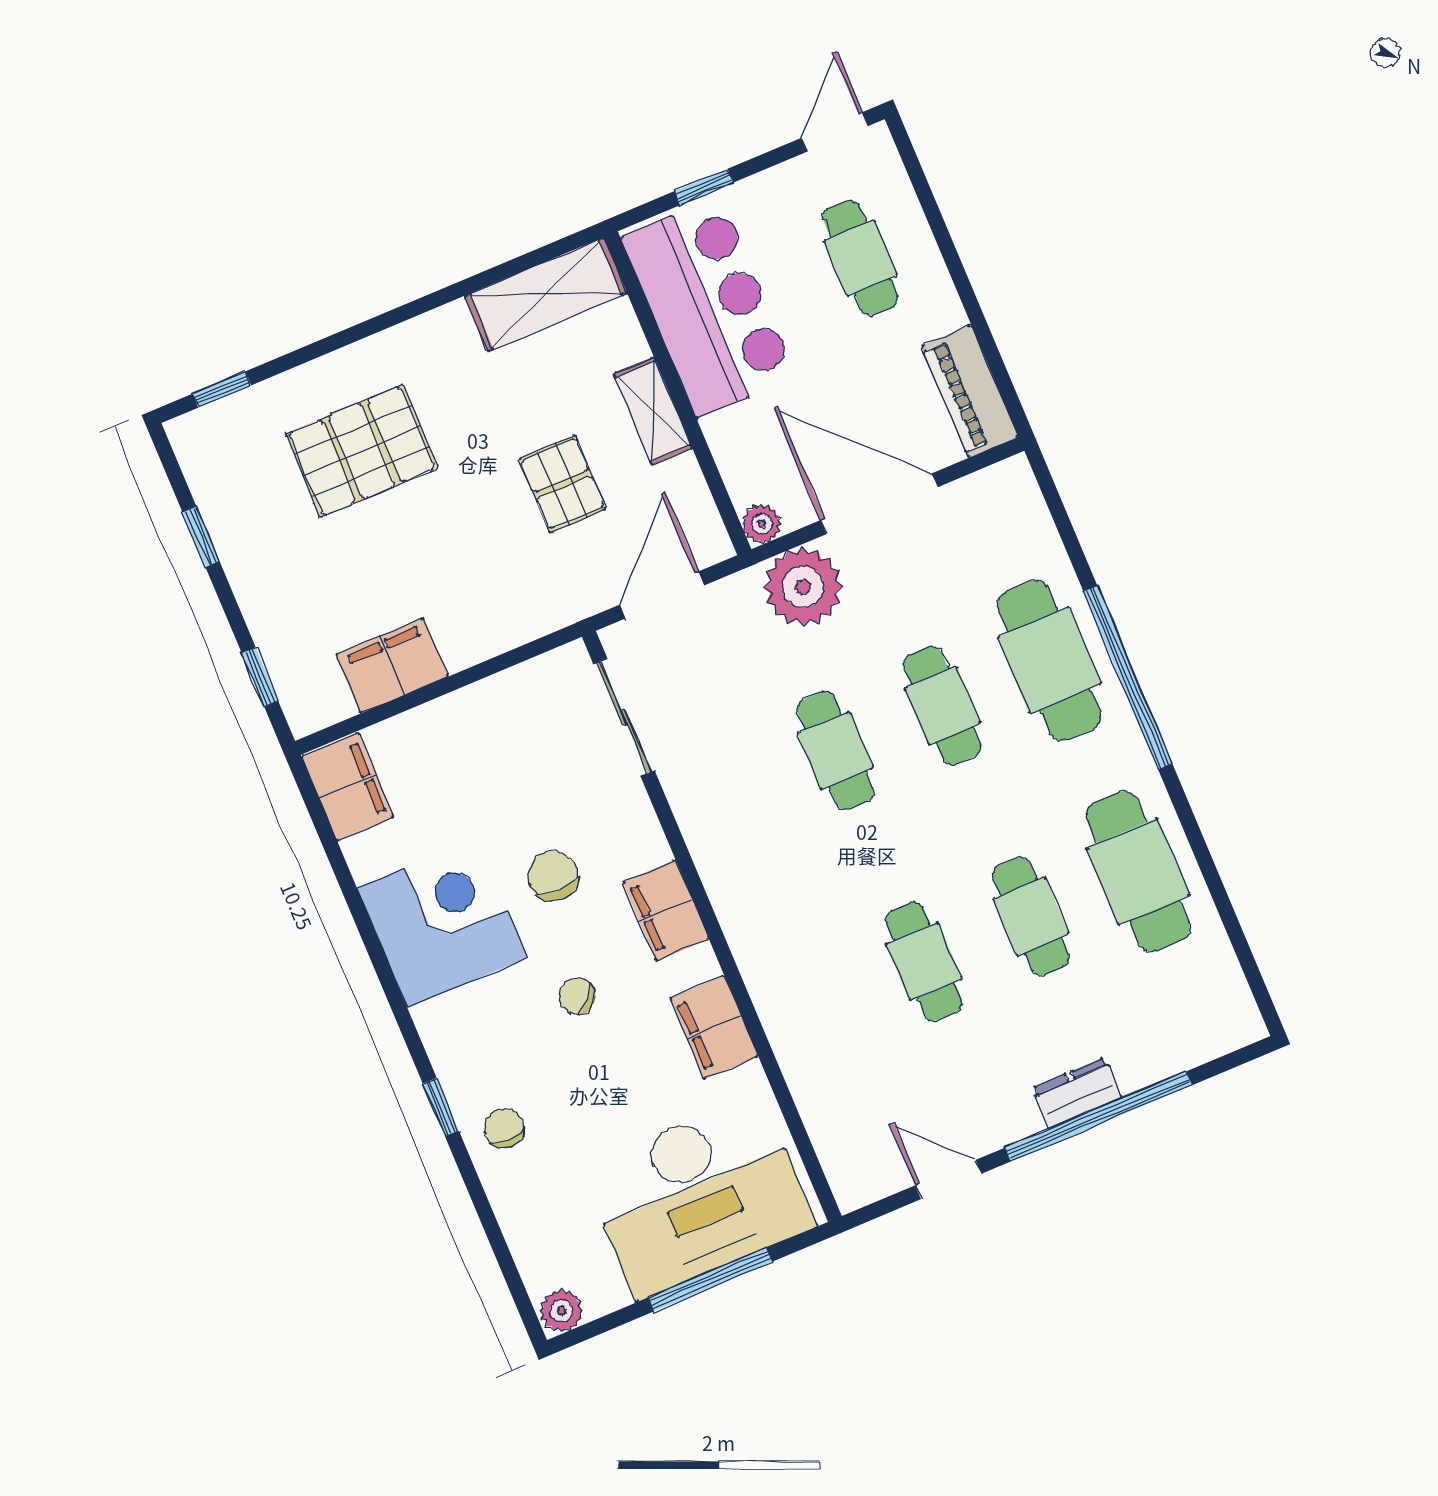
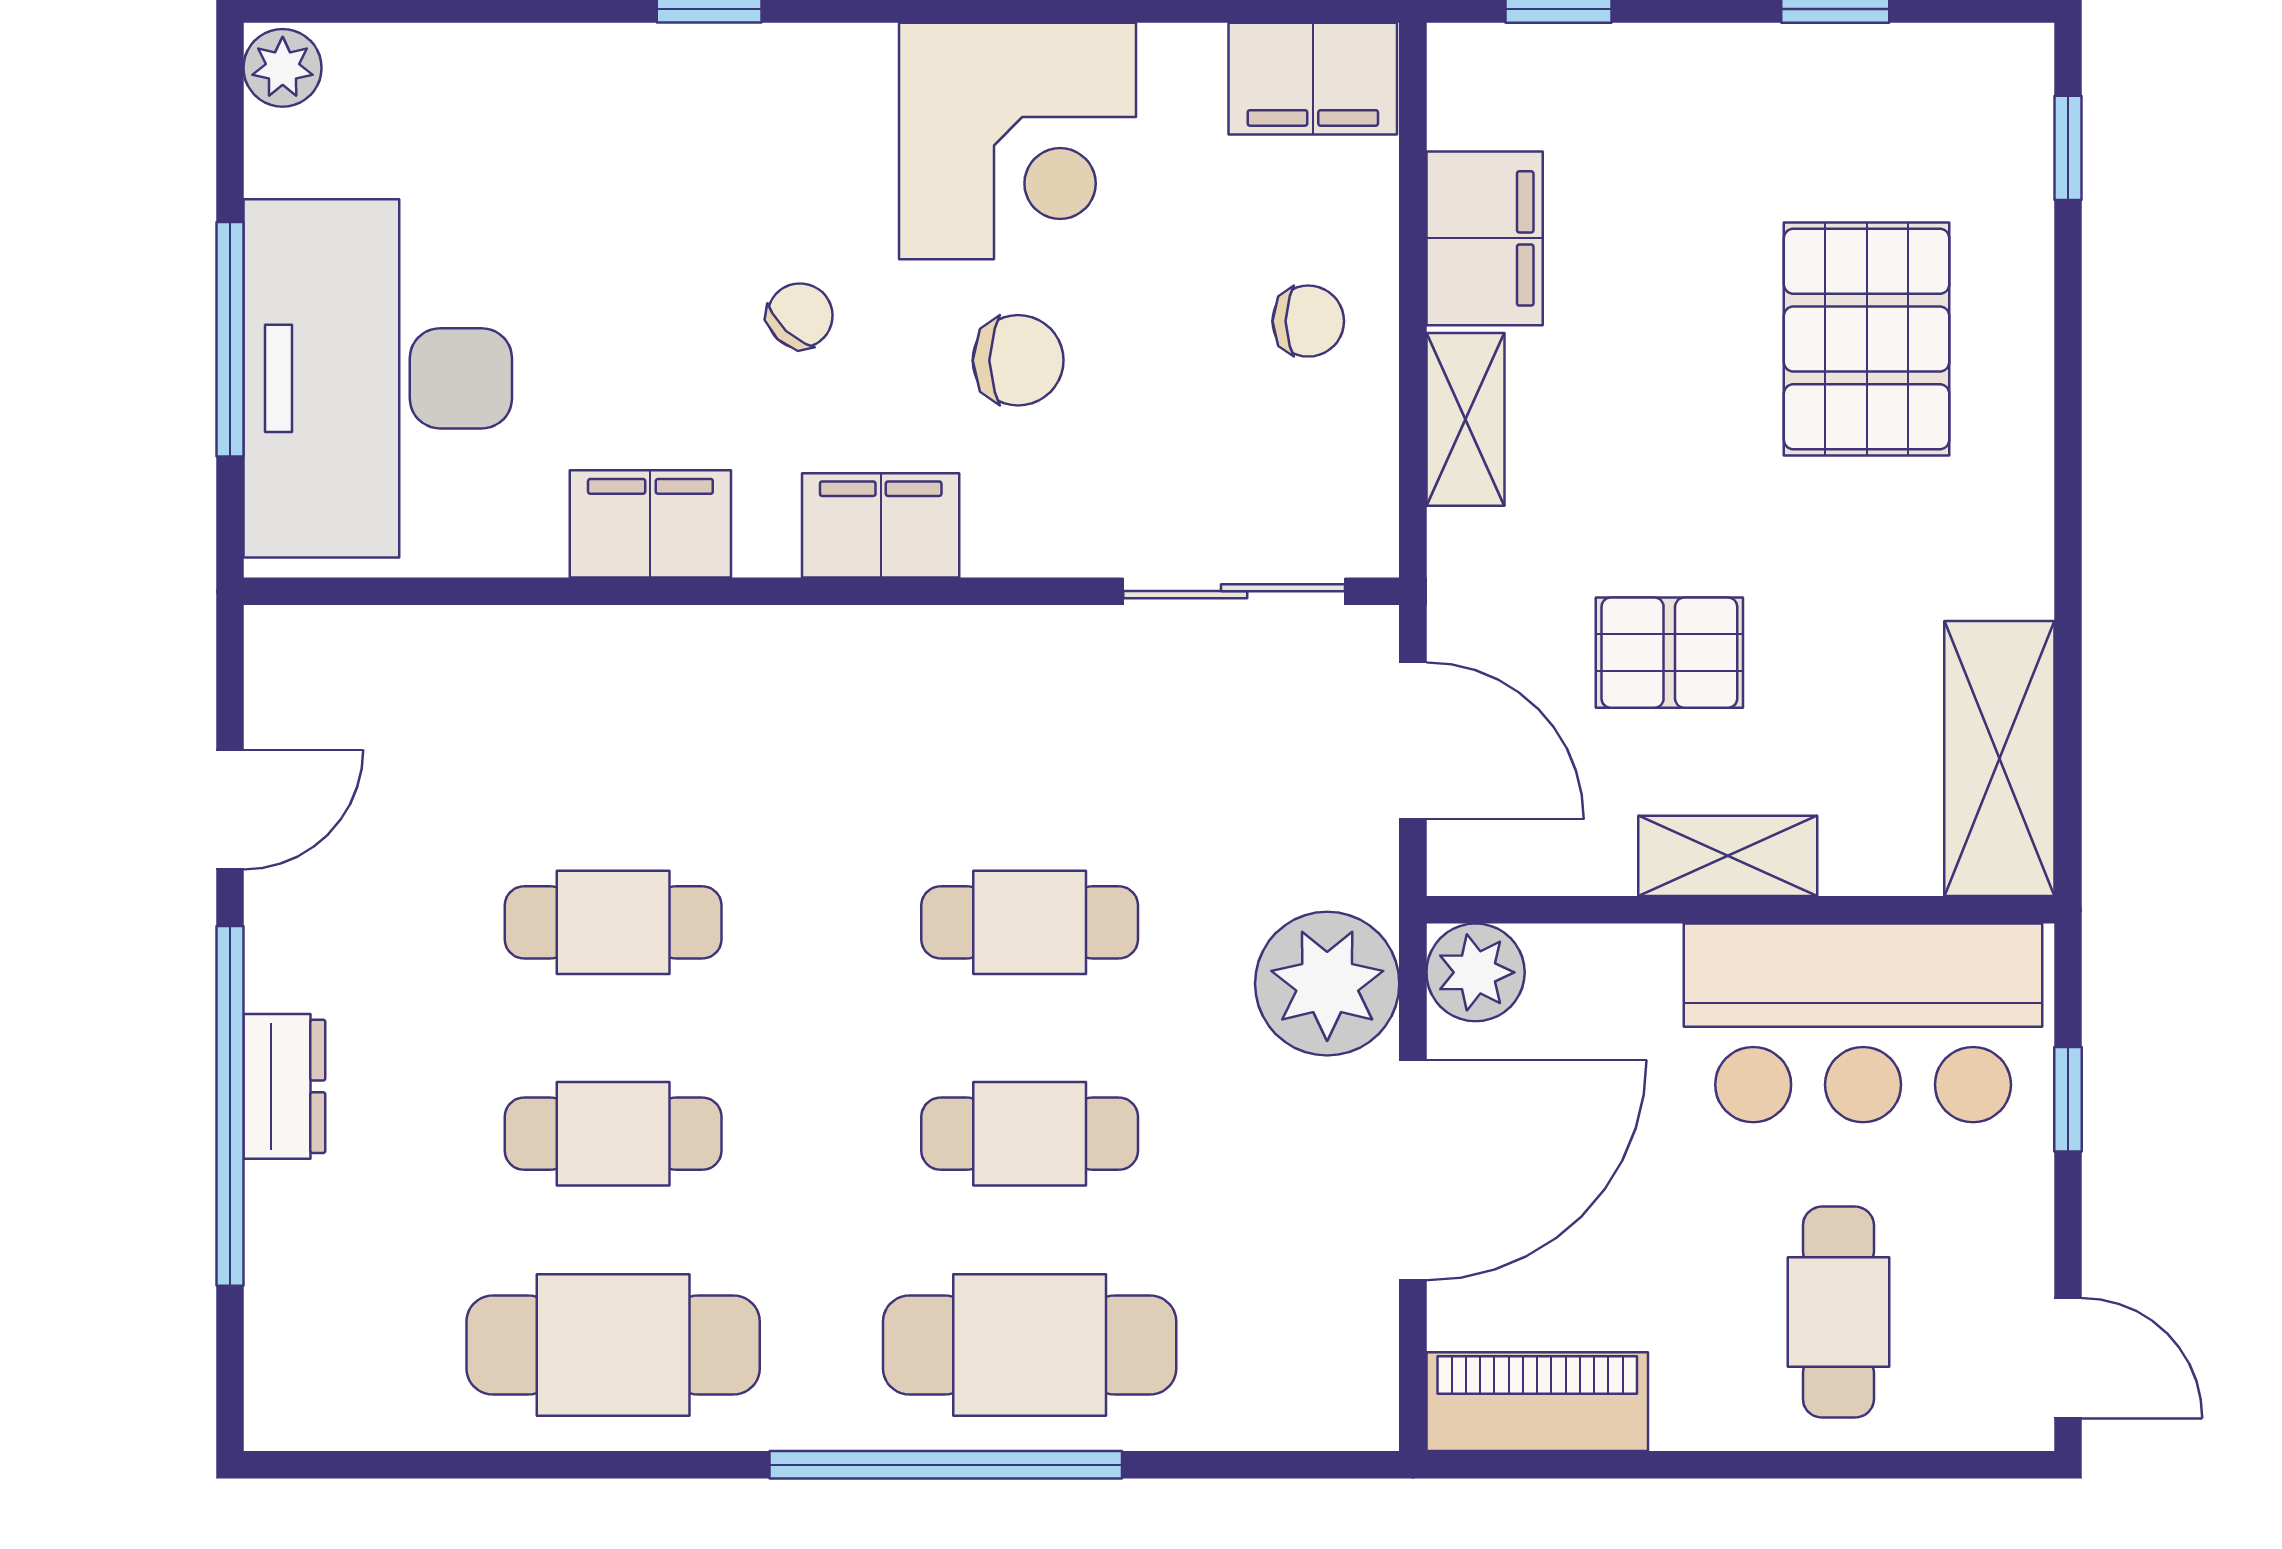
cafe table: (860, 258) -> (1838, 1312), turned 90
plant: (762, 524) -> (1476, 972), width x1.38, depth x1.38
shelving: (488, 637) -> (1465, 419), added
chair: (504, 1128) -> (1308, 321), moved

